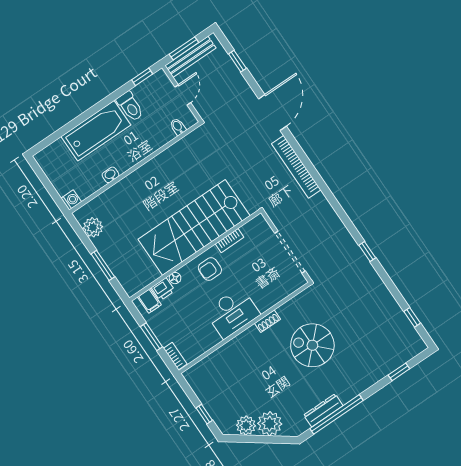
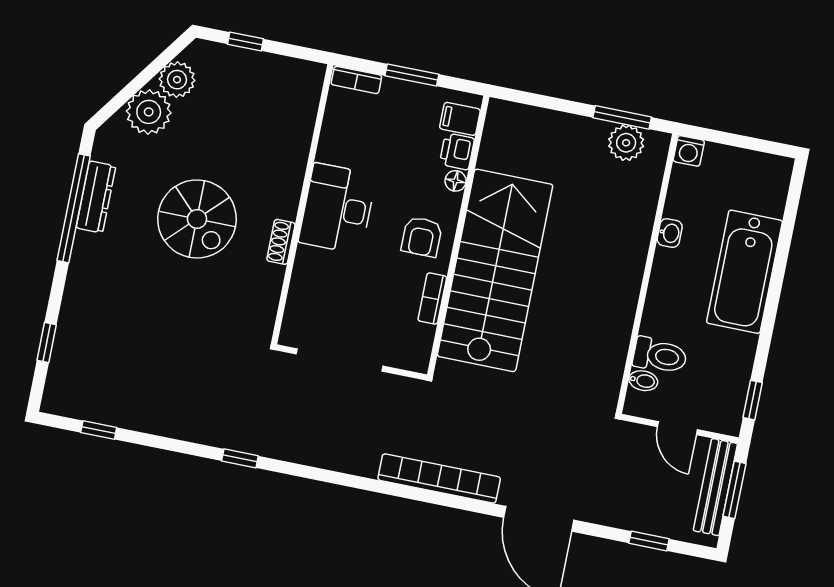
toilet: (130, 106) -> (660, 356), moved, turned 180
window: (103, 265) -> (622, 117), moved
armchair: (210, 269) -> (422, 237), turned 180
spiral stairs: (312, 345) -> (197, 219), moved, turned 90

